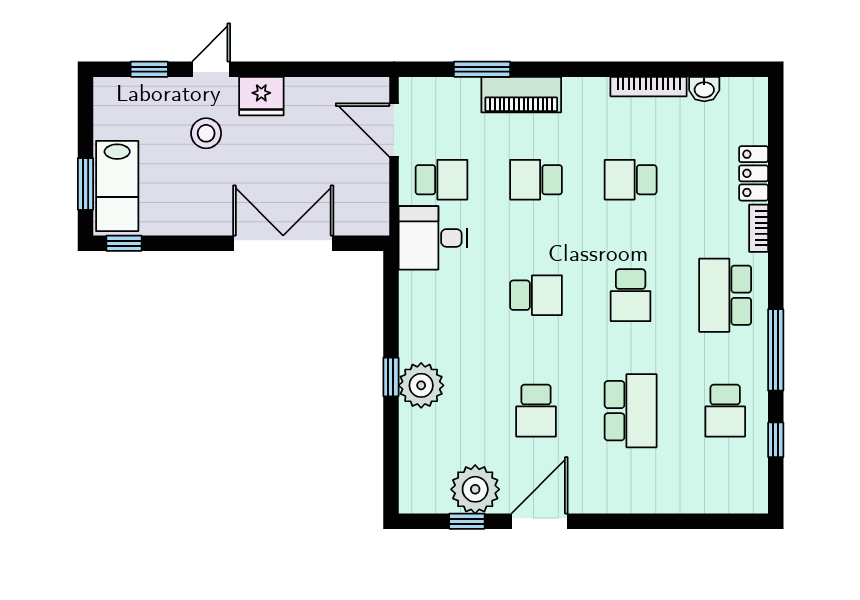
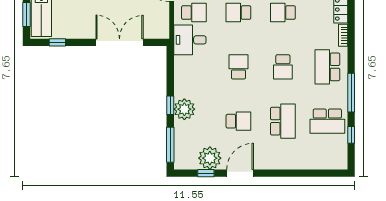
window: (124, 243) -> (57, 42), moved
school desk: (536, 295) -> (238, 67), turned -90
school desk: (536, 411) -> (238, 121), turned -90
school desk: (725, 411) -> (327, 121), width x1.85
window: (391, 461) -> (170, 145), added

